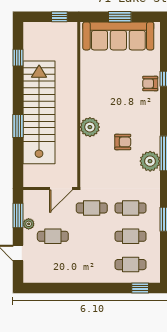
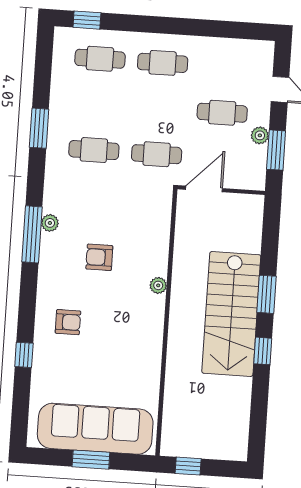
window: (18, 58) -> (263, 351), moved
armchair: (150, 84) -> (68, 322), moved
stairs: (39, 112) -> (231, 314), width x0.73
plant: (90, 127) -> (158, 285), width x0.53, depth x0.53
plant: (150, 161) -> (50, 223), width x0.53, depth x0.53
cafe table: (131, 236) -> (163, 63), moved

